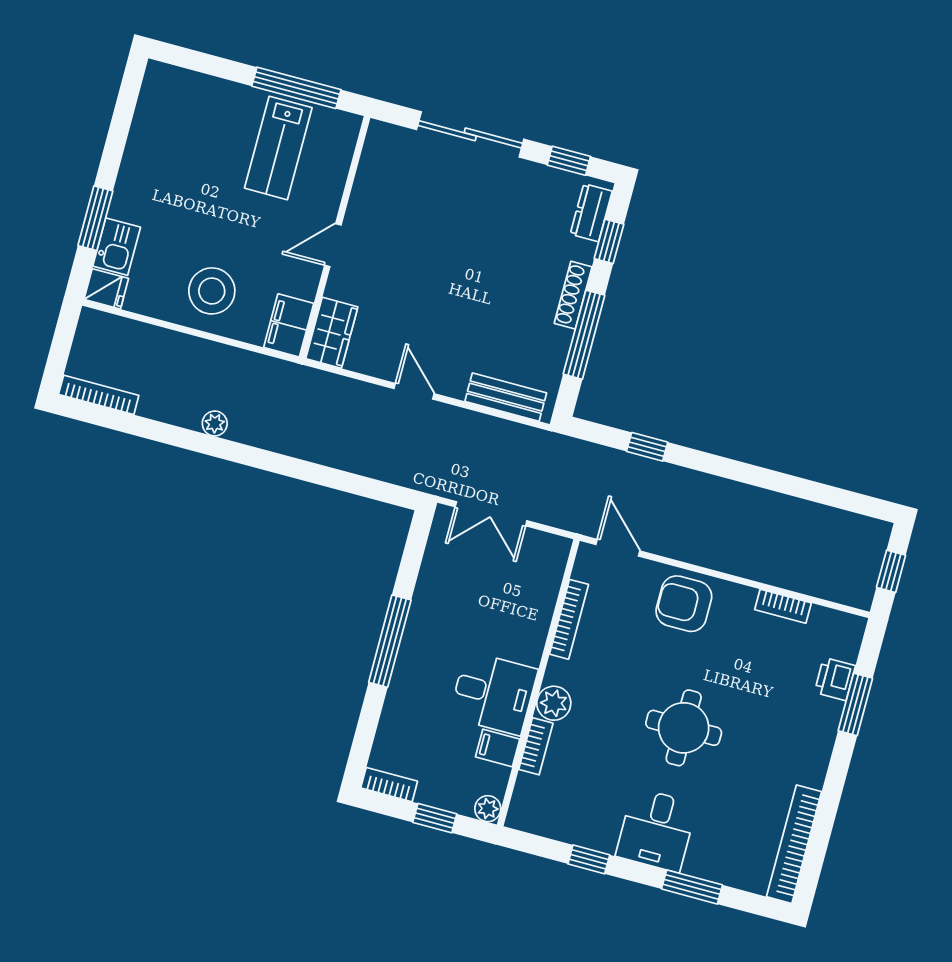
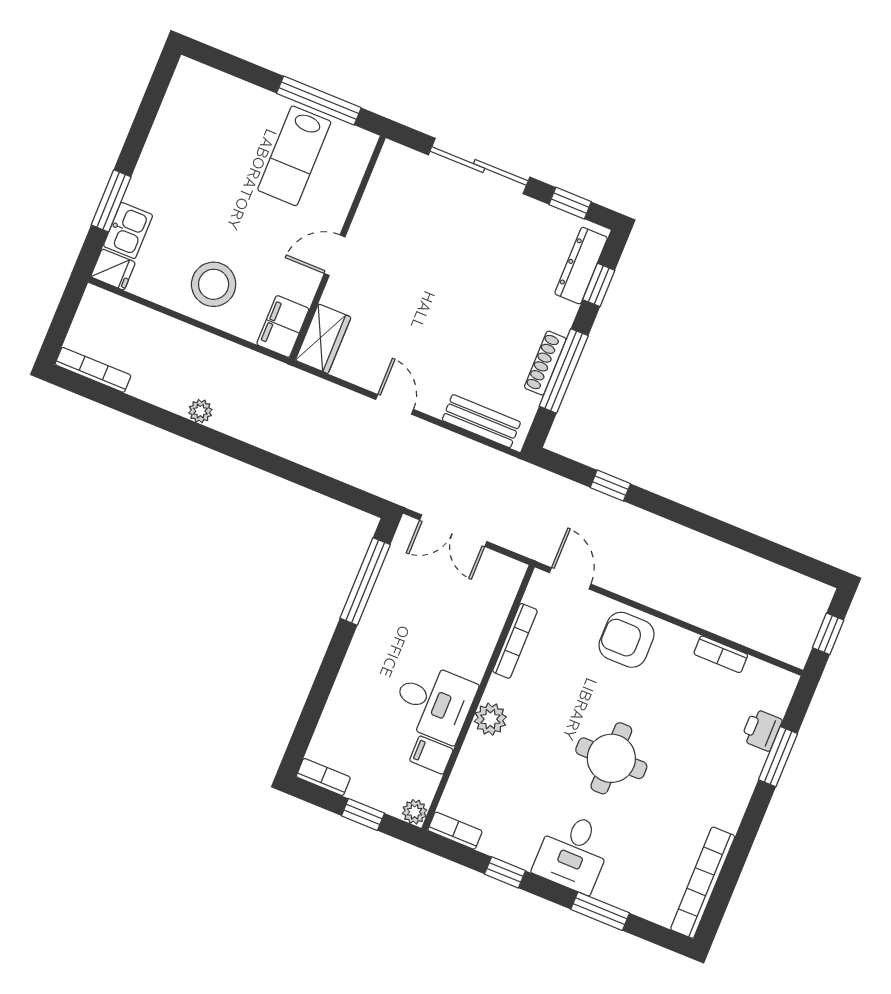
dresser: (591, 213) -> (581, 266), width x1.44
shoe rack: (573, 295) -> (545, 363), moved
window: (390, 641) -> (365, 581), moved
bookcase: (536, 746) -> (455, 831), moved, turned -90

